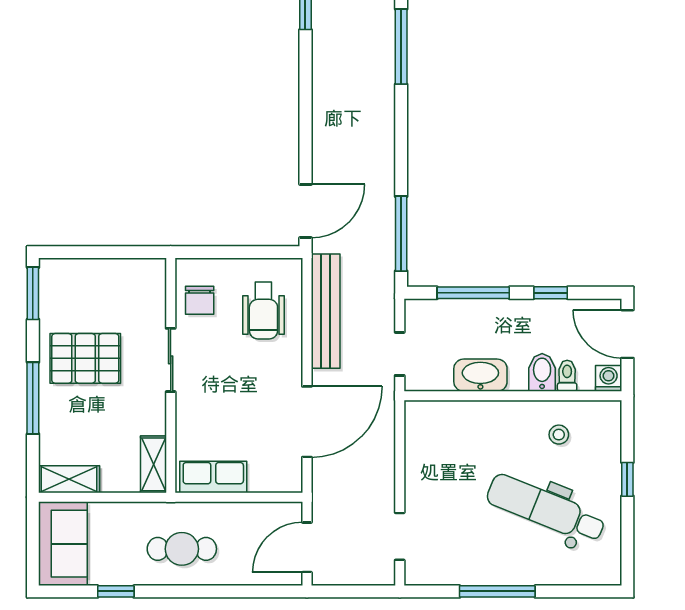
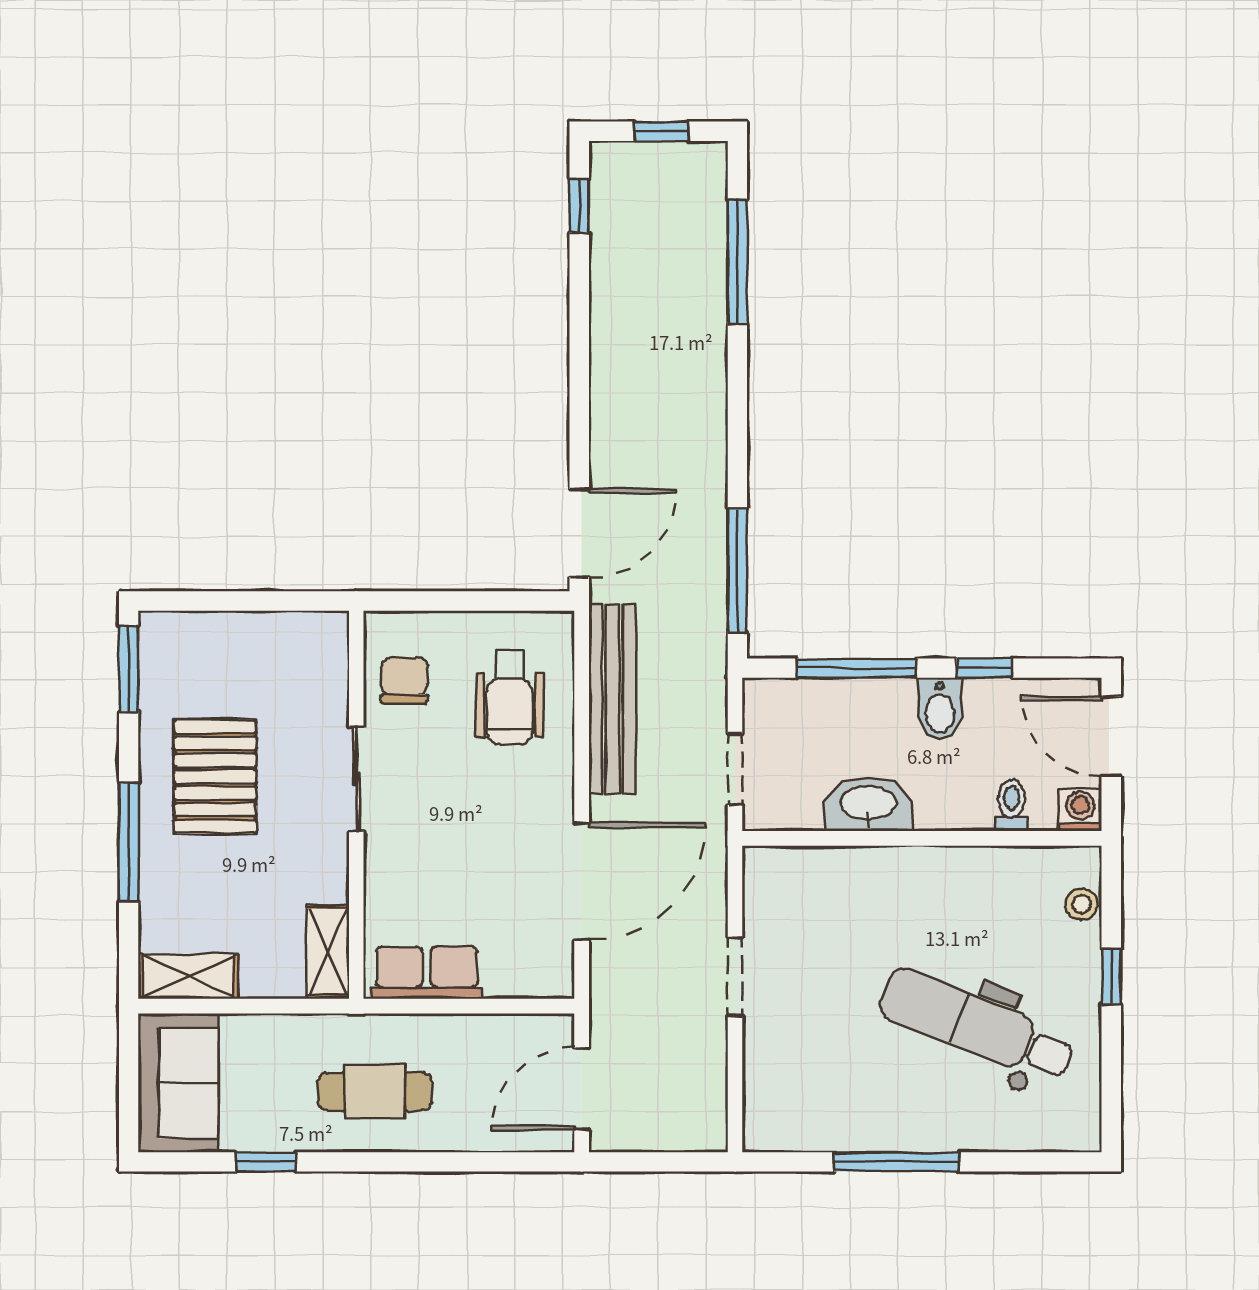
chair: (200, 300) -> (404, 681), turned 180
pallet: (85, 358) -> (215, 777), turned 90
bidet: (542, 372) -> (940, 709), moved, turned 180
stool: (559, 435) -> (1082, 904), moved
doorway: (400, 536) -> (735, 977), moved

